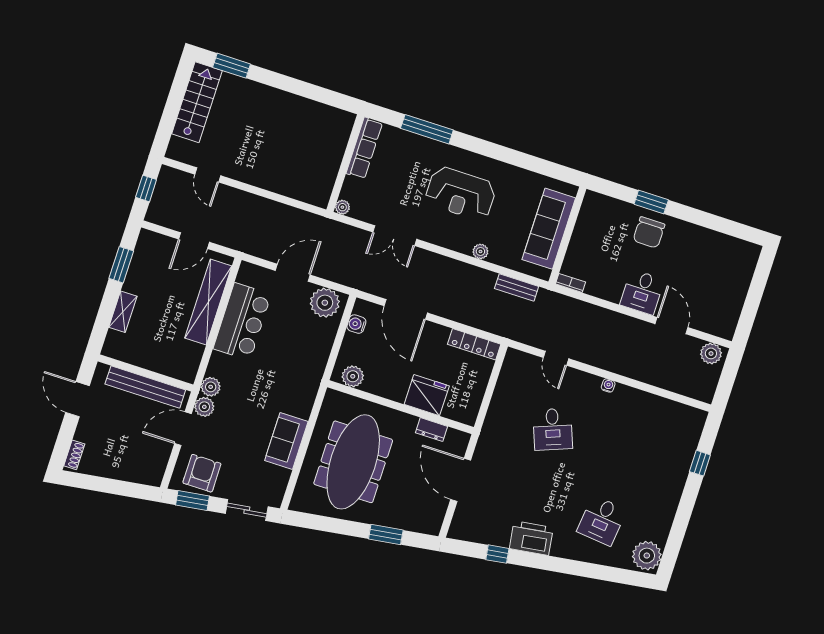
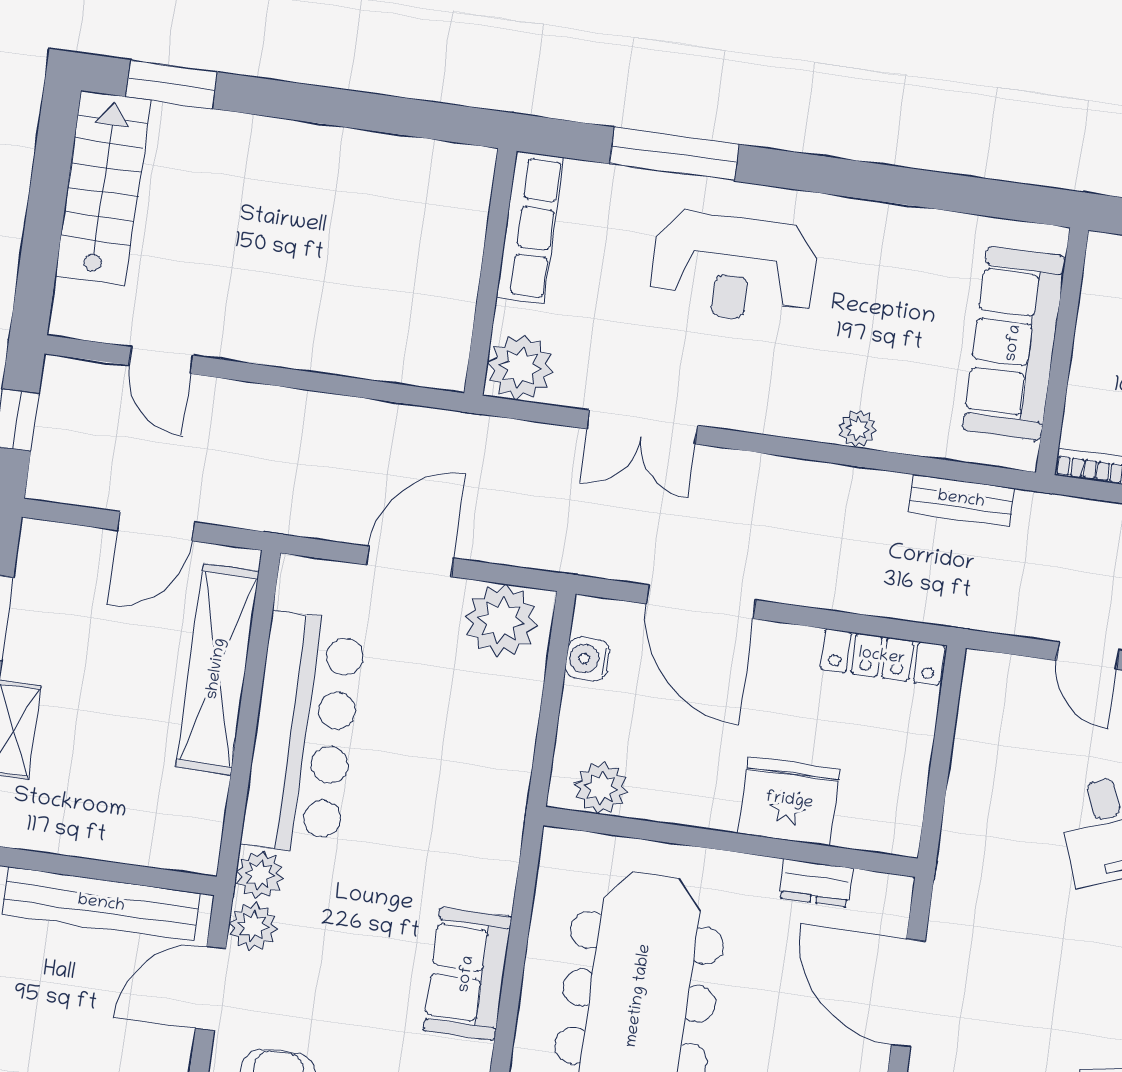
reception desk: (461, 194) -> (733, 268), moved
plant: (342, 207) -> (520, 367), width x1.88, depth x1.88
bar counter: (242, 322) -> (304, 734), width x1.36

